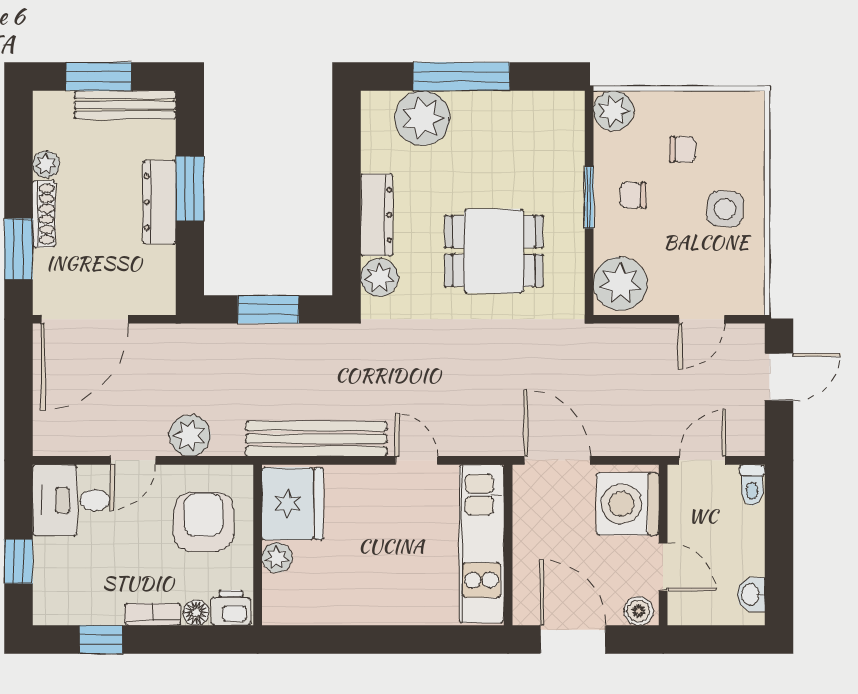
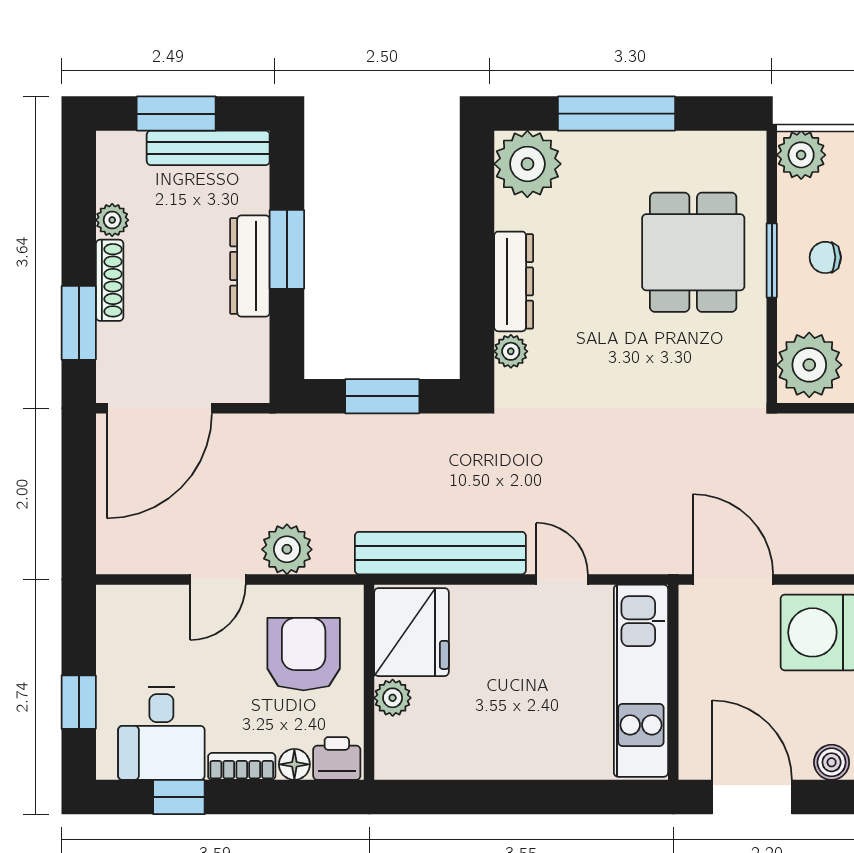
plant: (422, 118) -> (527, 164), moved
dining table: (494, 251) -> (693, 252), moved, turned 90
plant: (379, 278) -> (511, 351), width x0.73, depth x0.73
desk: (71, 500) -> (161, 733), moved, turned -90

